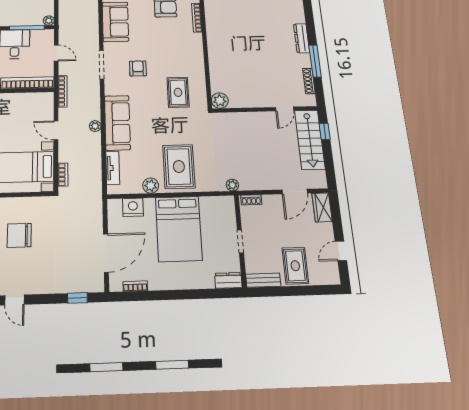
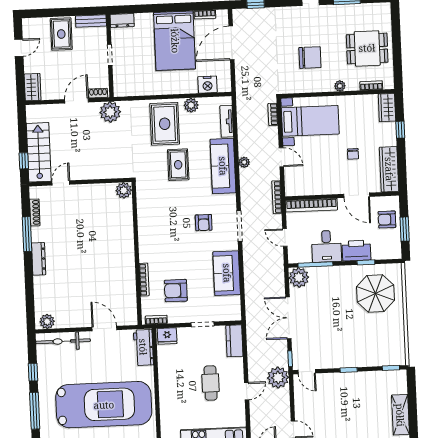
plant: (49, 21) -> (299, 277), width x1.87, depth x1.87
rug: (178, 92) -> (178, 165), moved
plant: (232, 185) -> (110, 112), width x1.87, depth x1.87
door: (295, 191) -> (77, 101), moved
bed: (179, 229) -> (175, 41), moved, turned 180

